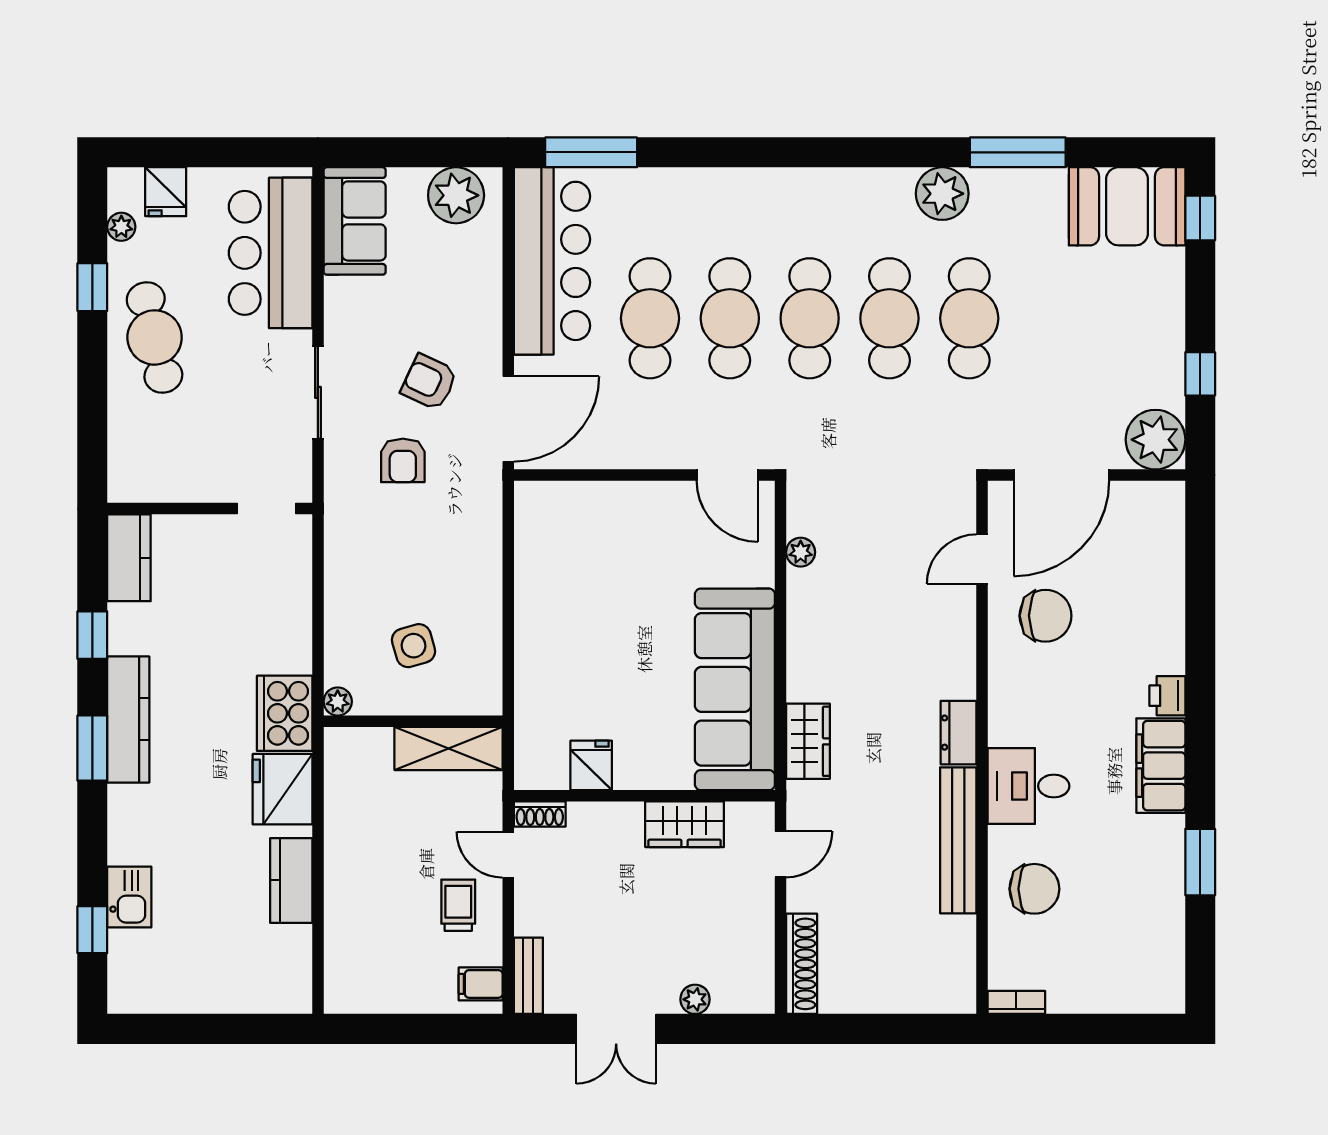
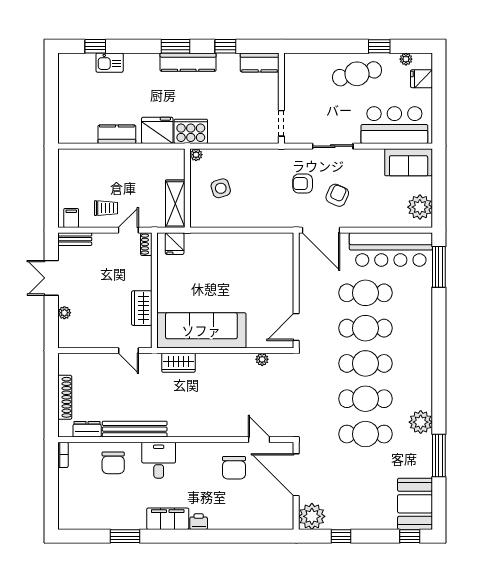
dresser: (959, 733) -> (87, 429), moved
fridge: (591, 765) -> (175, 244), moved, turned 90
shoe rack: (802, 964) -> (65, 397), moved, turned -90

